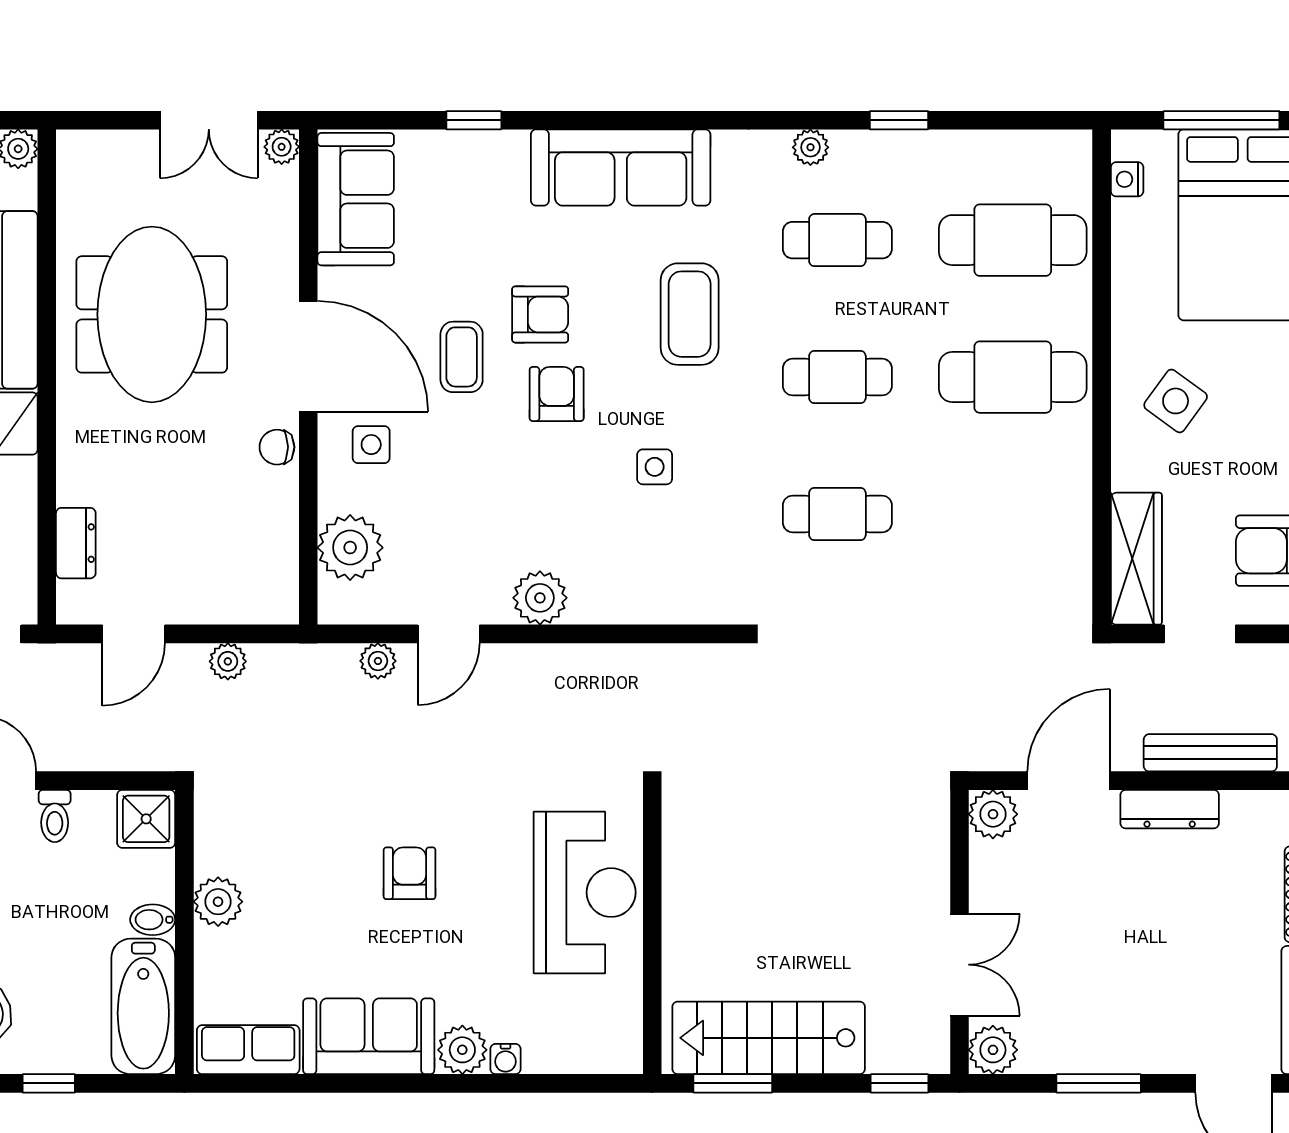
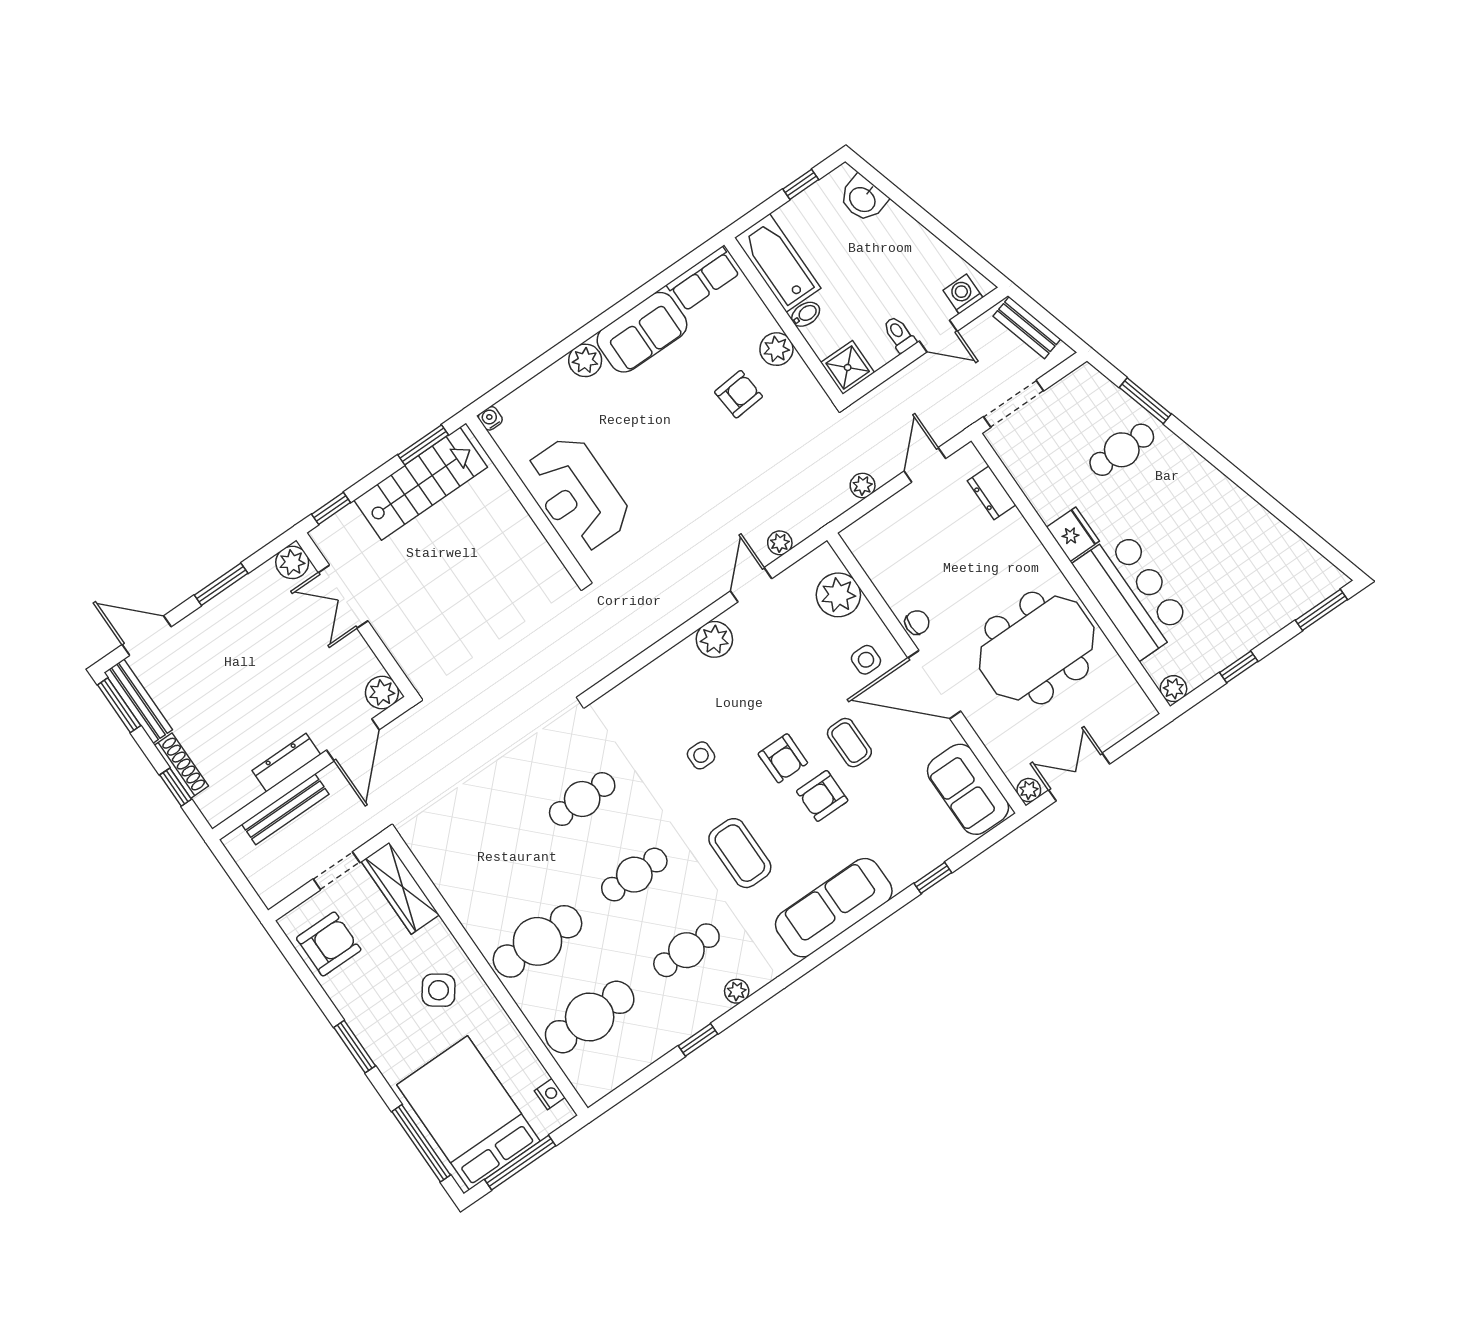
meeting table: (152, 314) -> (1037, 648), turned 90
armchair: (410, 873) -> (739, 394), moved, turned -95
water cooler: (505, 1059) -> (490, 418), moved

